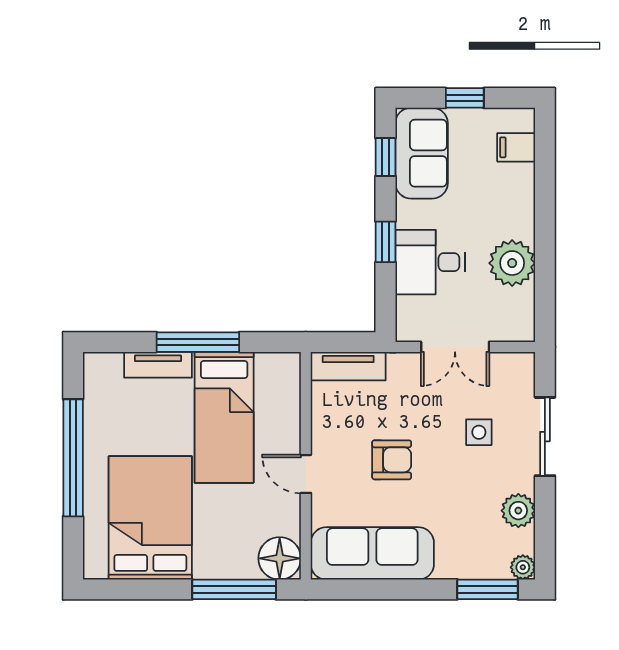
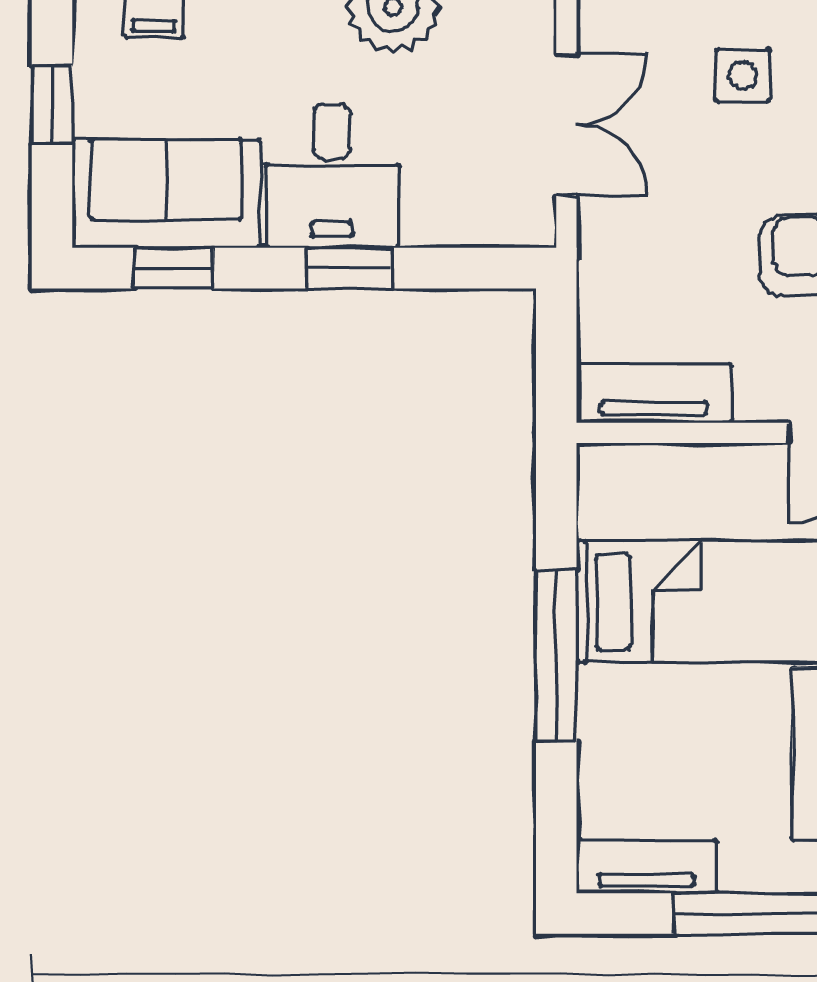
desk: (430, 262) -> (332, 176), moved
tv unit: (158, 365) -> (647, 867), moved, turned -90
tv unit: (348, 366) -> (654, 393), moved, turned -90

